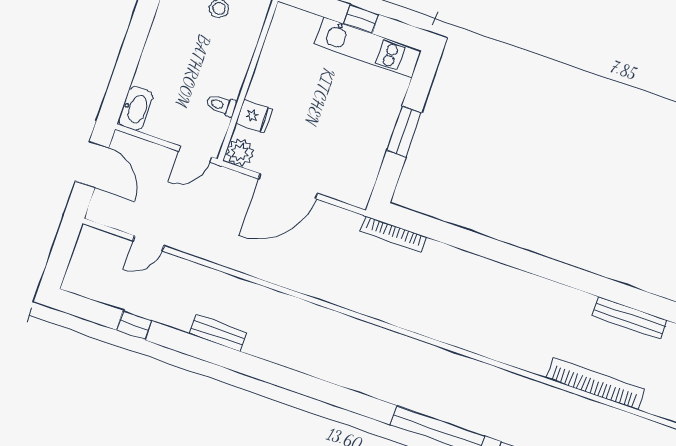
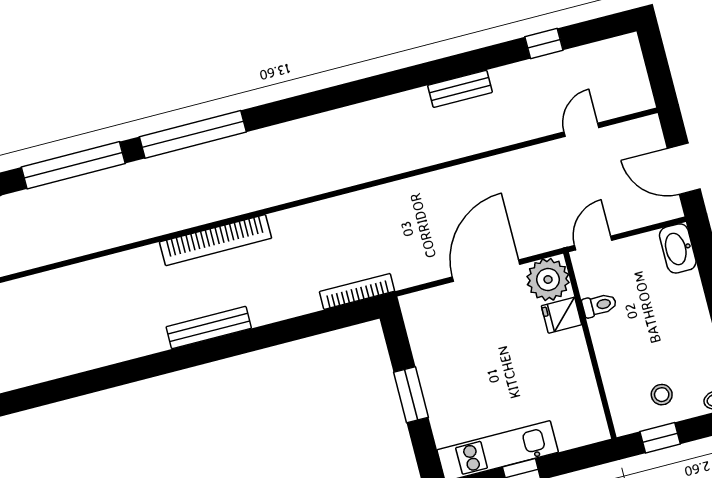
plant: (240, 152) -> (548, 280), width x1.36, depth x1.36
bench: (630, 318) -> (209, 328), moved
bookcase: (595, 384) -> (216, 240), moved

